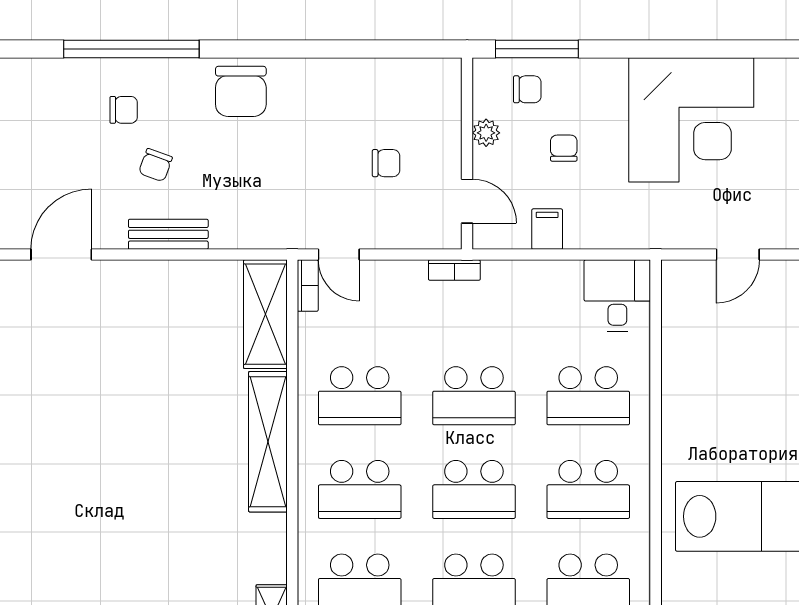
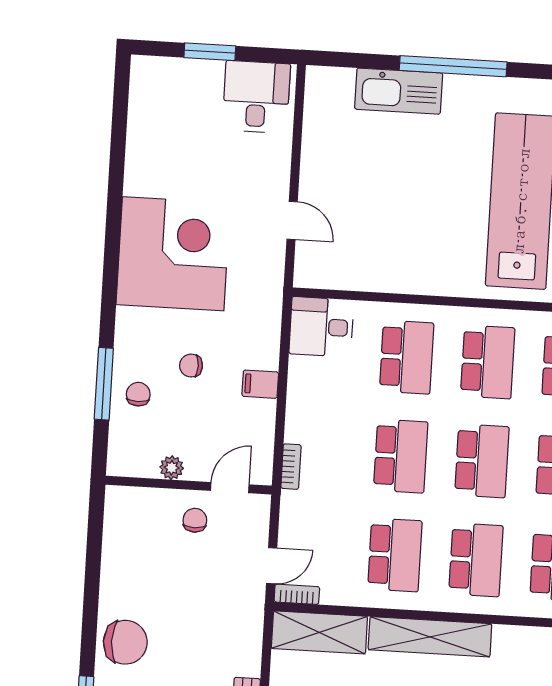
plant: (486, 133) -> (172, 468), moved
wall: (467, 153) -> (189, 485), moved
door: (467, 201) -> (230, 488), moved

